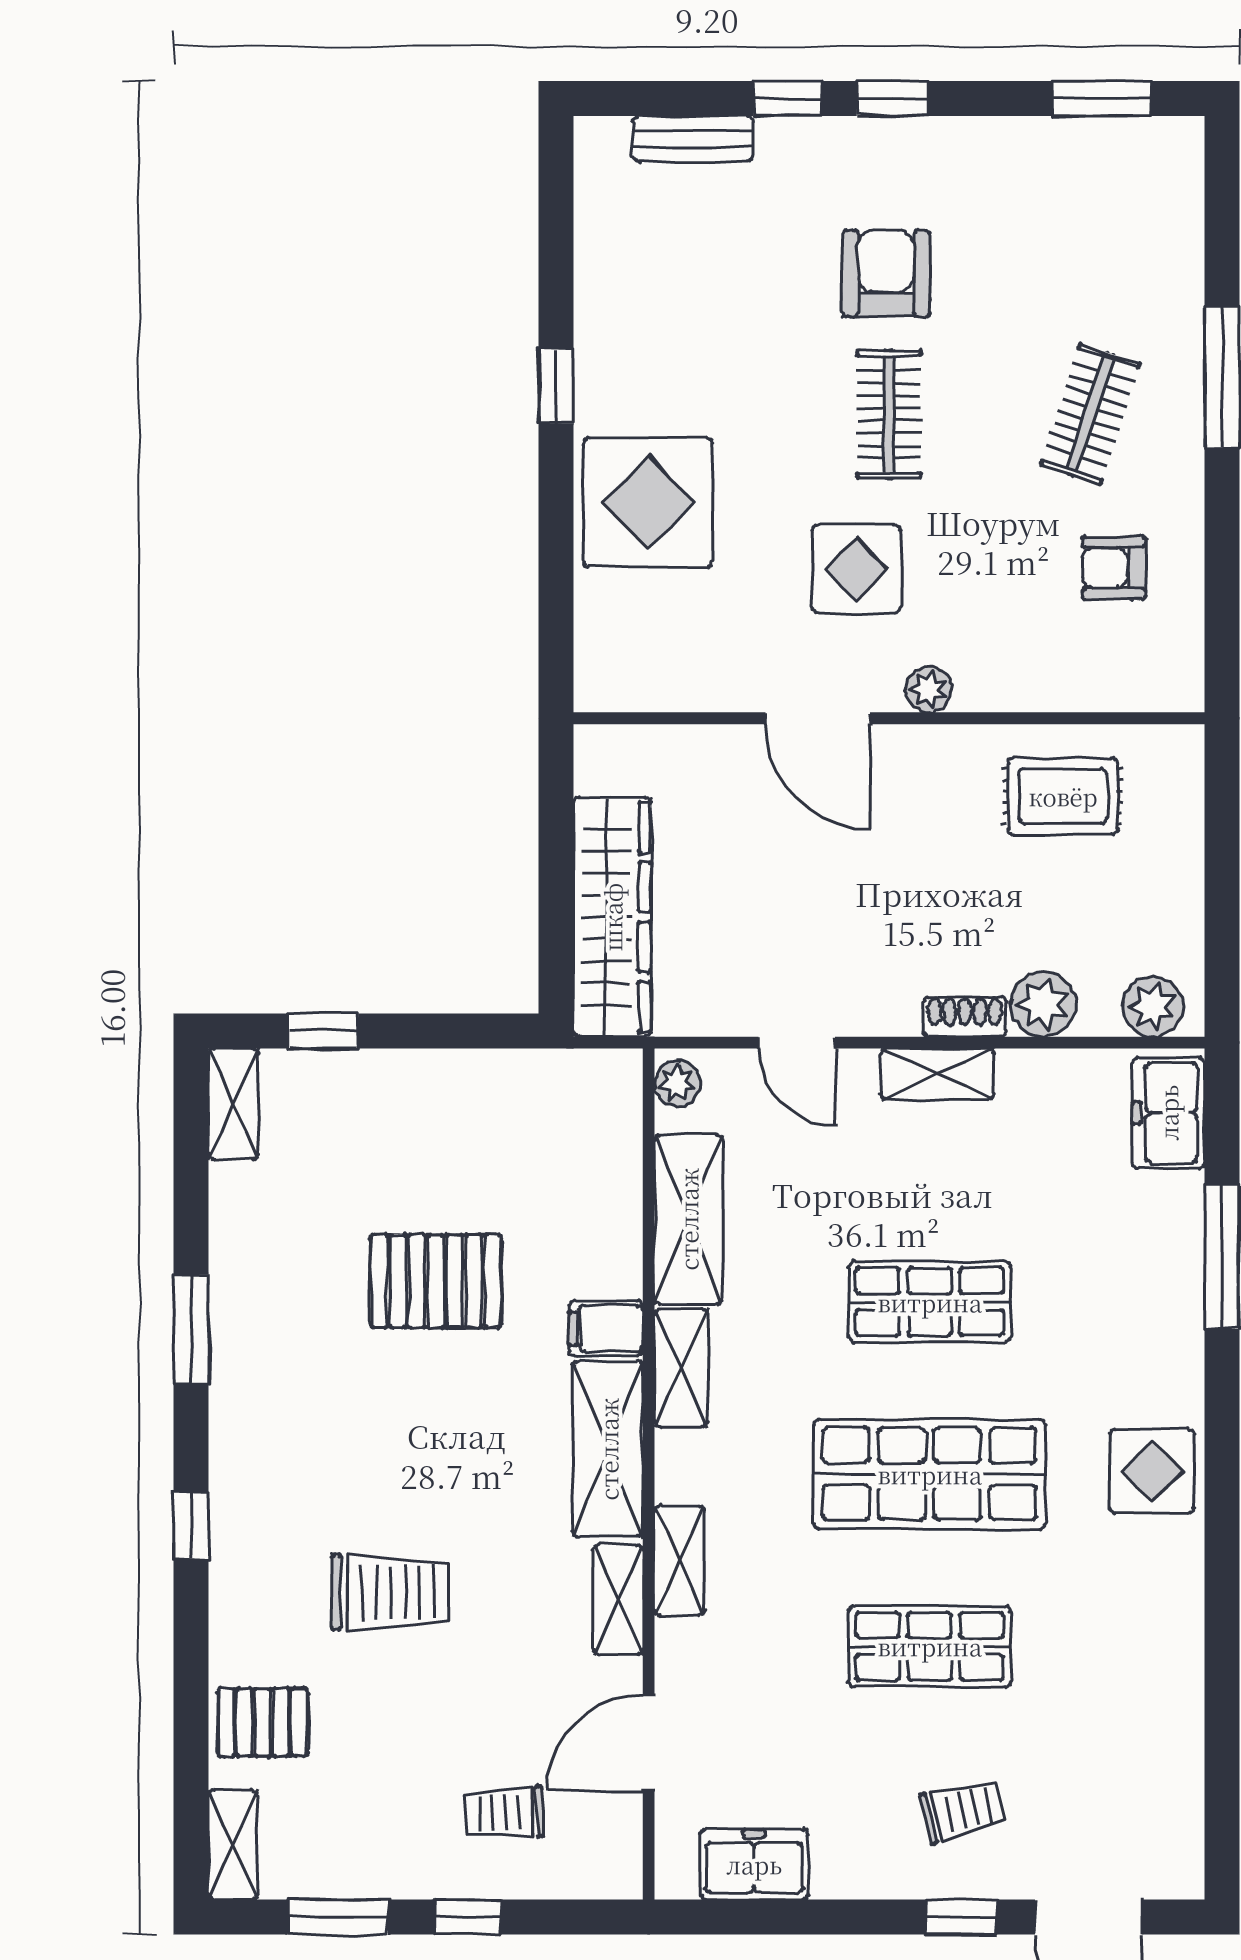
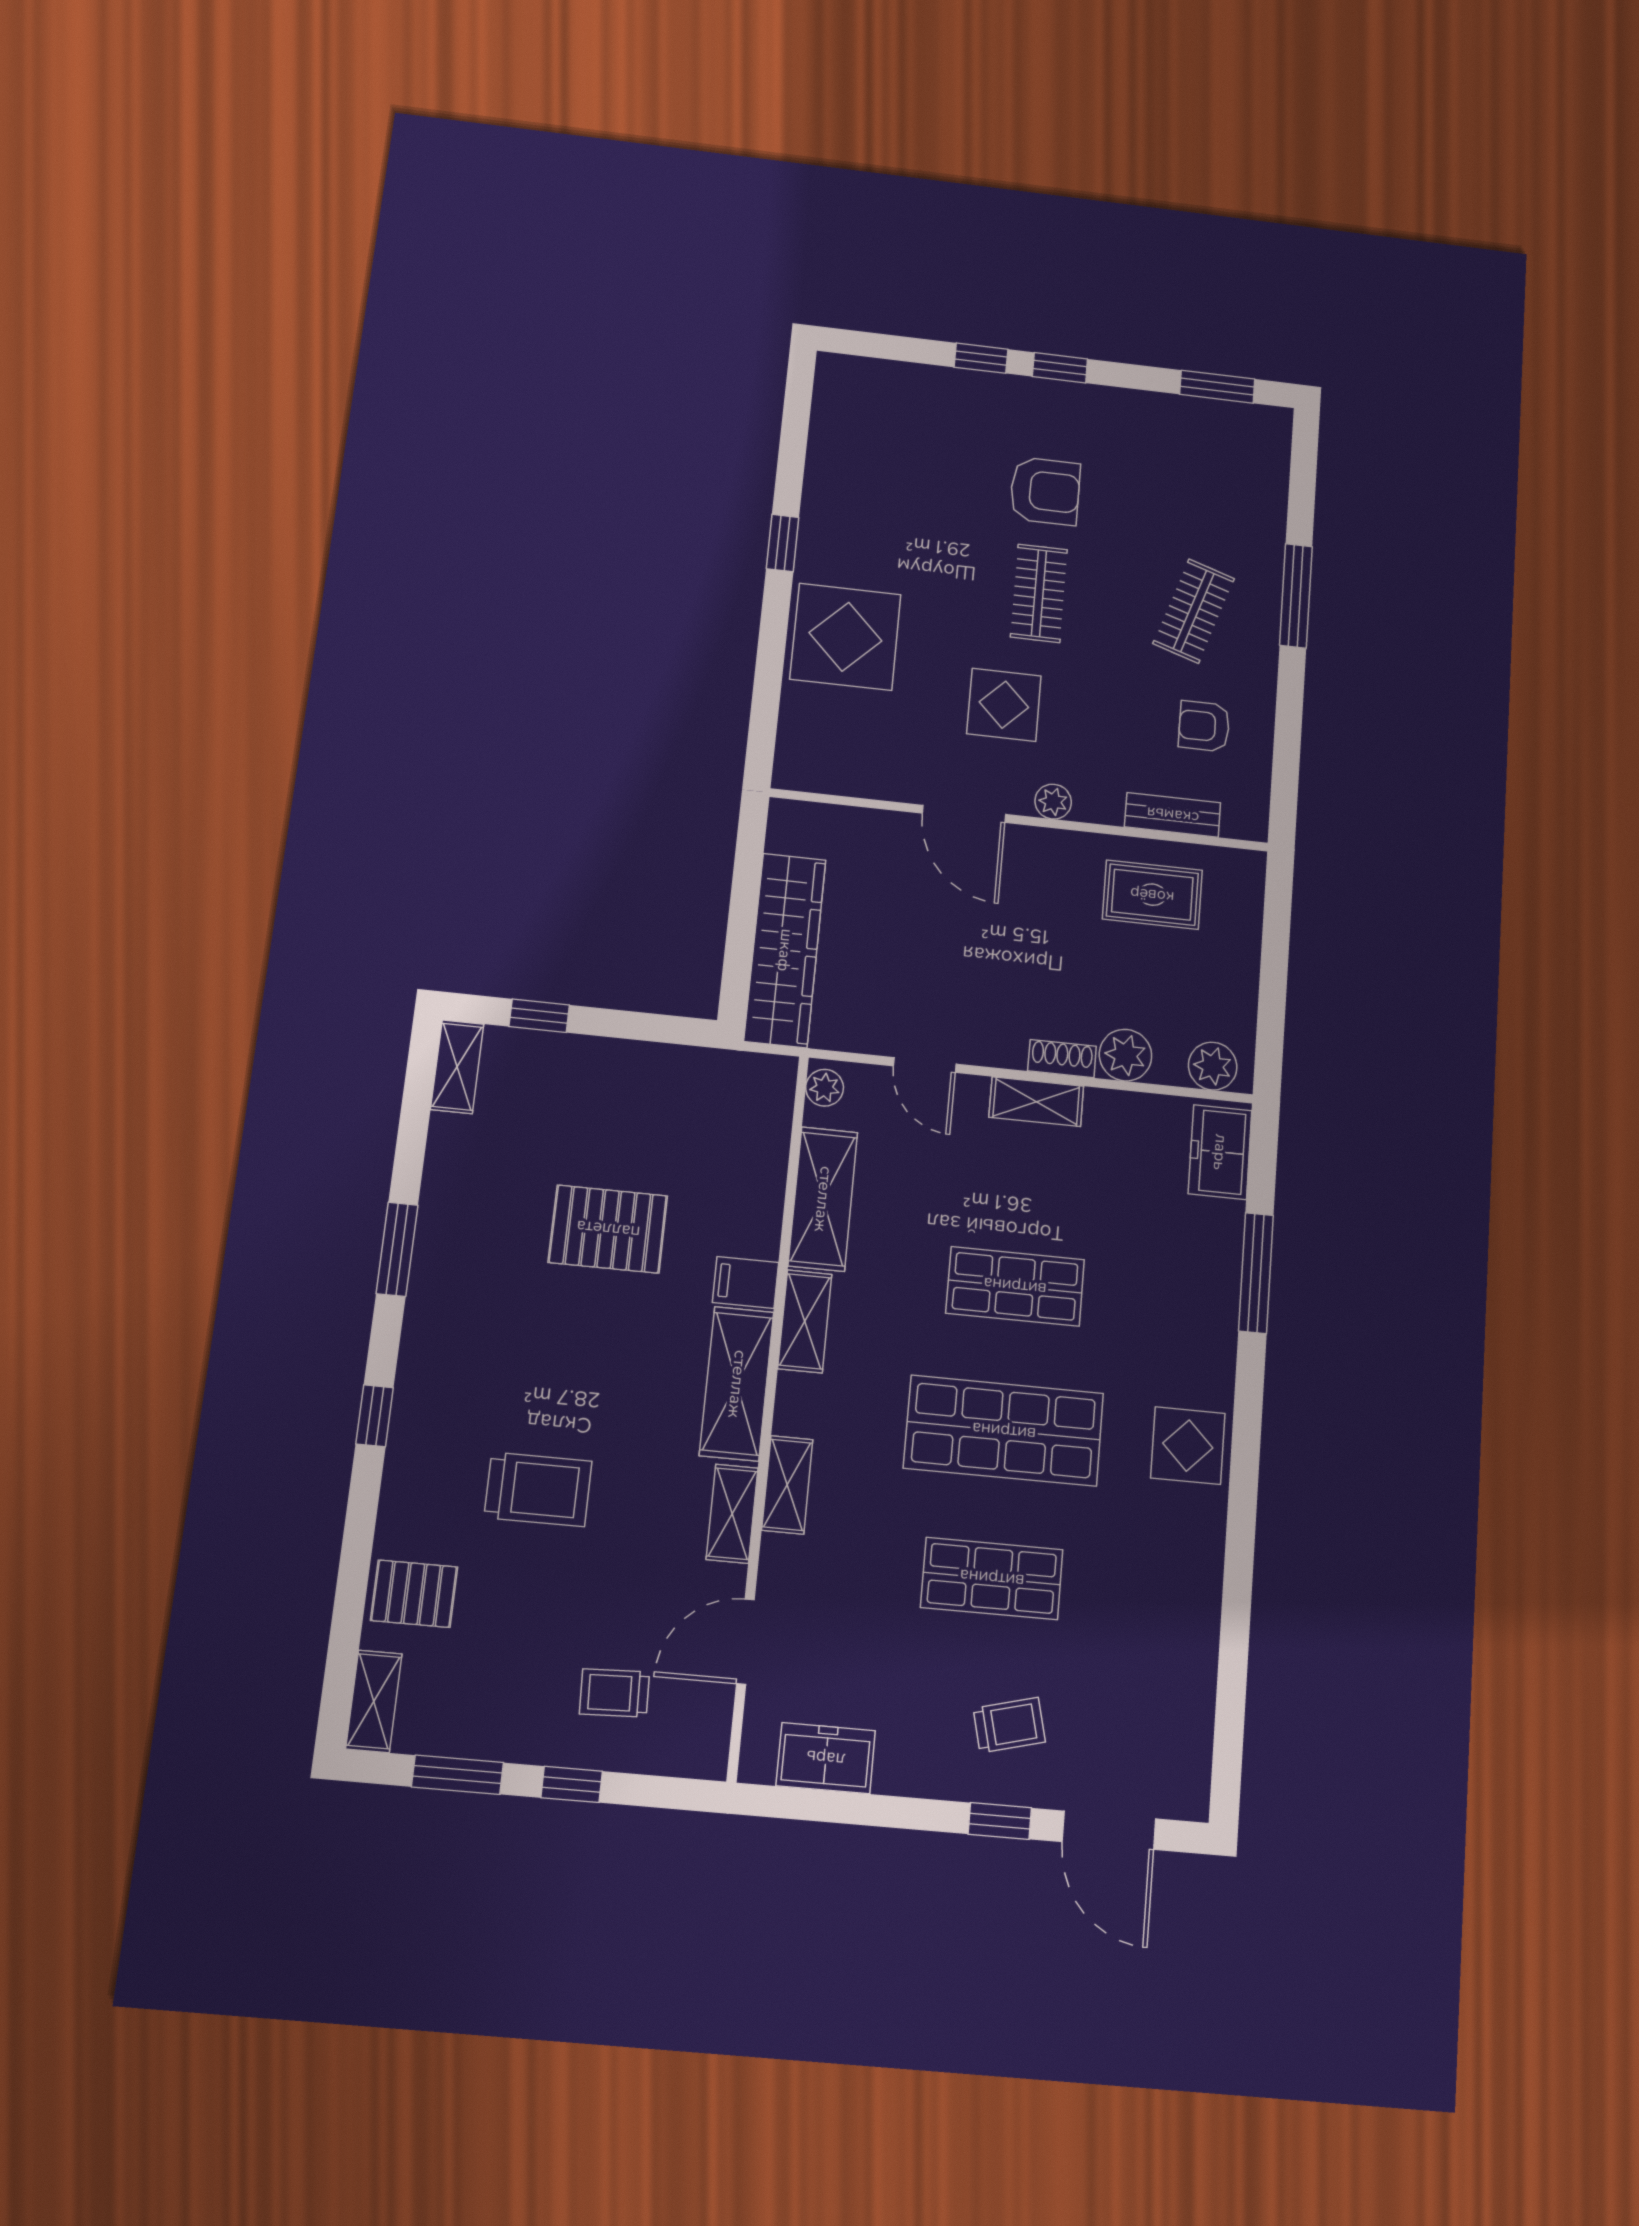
bench: (693, 139) -> (1173, 815), moved
armchair: (886, 273) -> (1045, 491), turned 90

